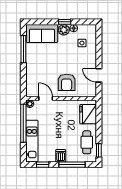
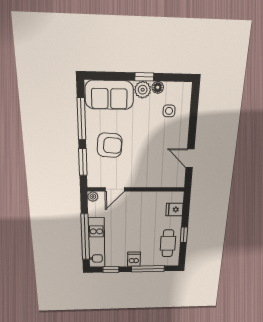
window: (23, 78) -> (83, 162), added
armchair: (67, 82) -> (110, 145), moved, turned -86
door: (46, 98) -> (115, 189), swing flipped
fridge: (88, 114) -> (174, 210), width x0.53, depth x0.75
window: (23, 123) -> (85, 237), moved
window: (99, 150) -> (184, 235), moved

